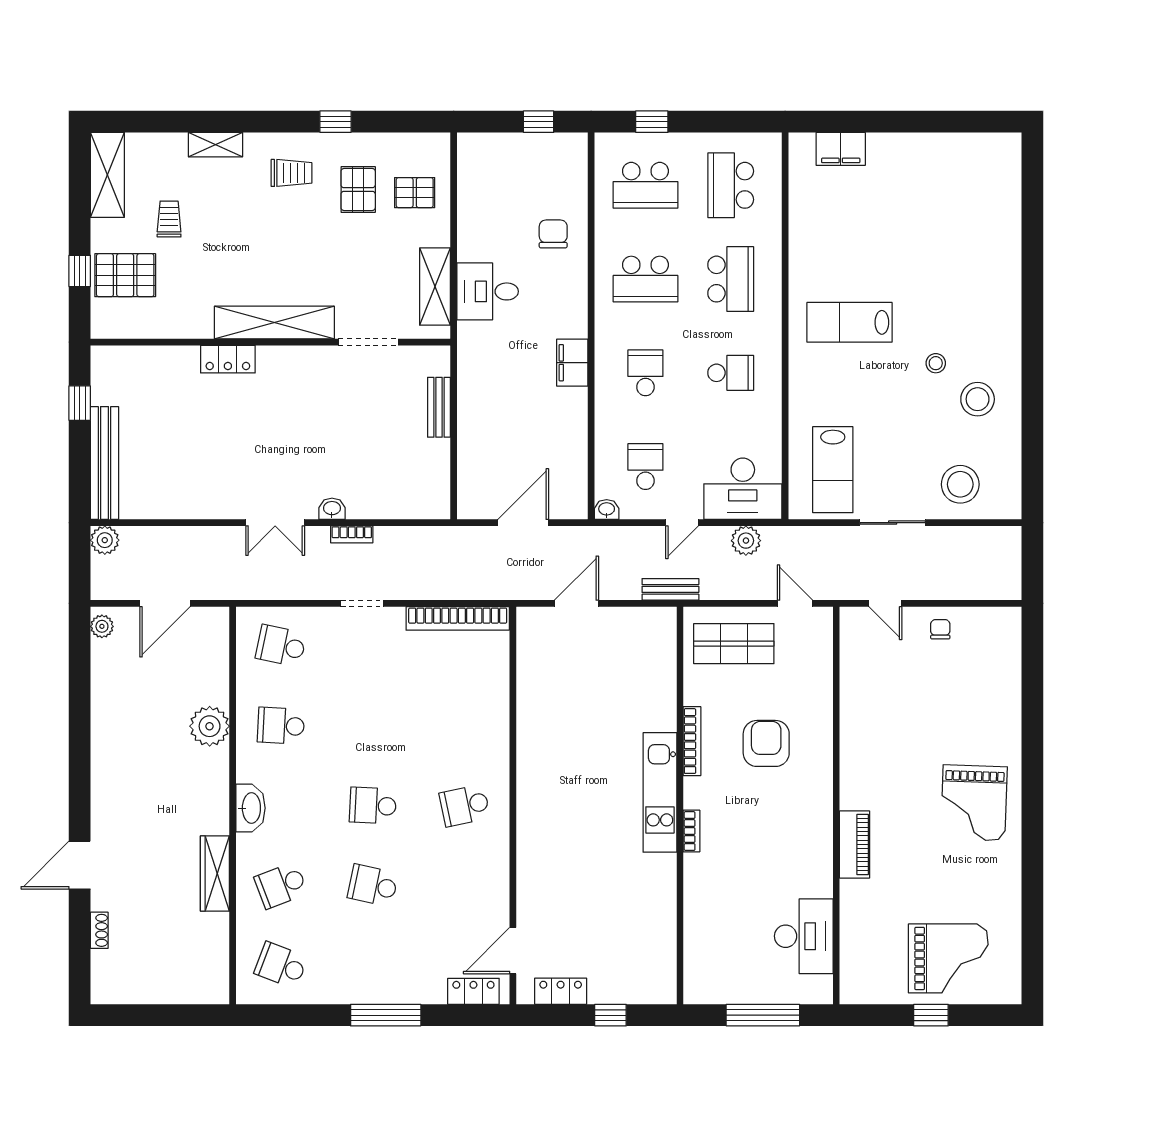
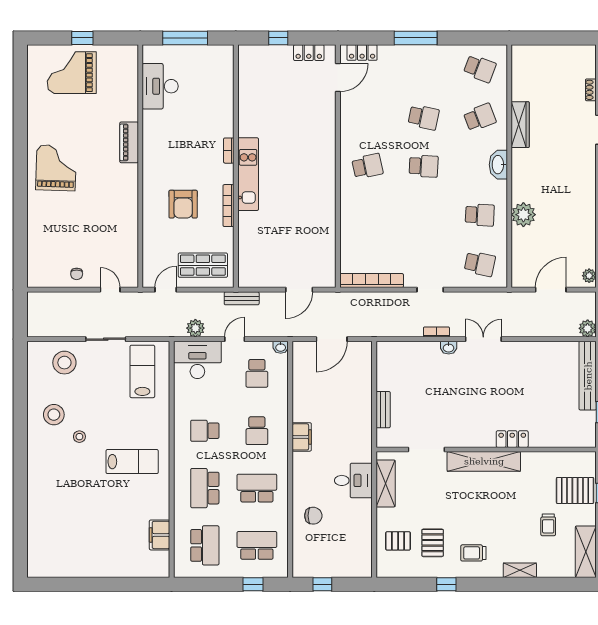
filing cabinet: (841, 149) -> (160, 535), moved, turned -90
chair: (553, 234) -> (313, 516), turned -90
door: (795, 603) -> (166, 290), swing flipped

